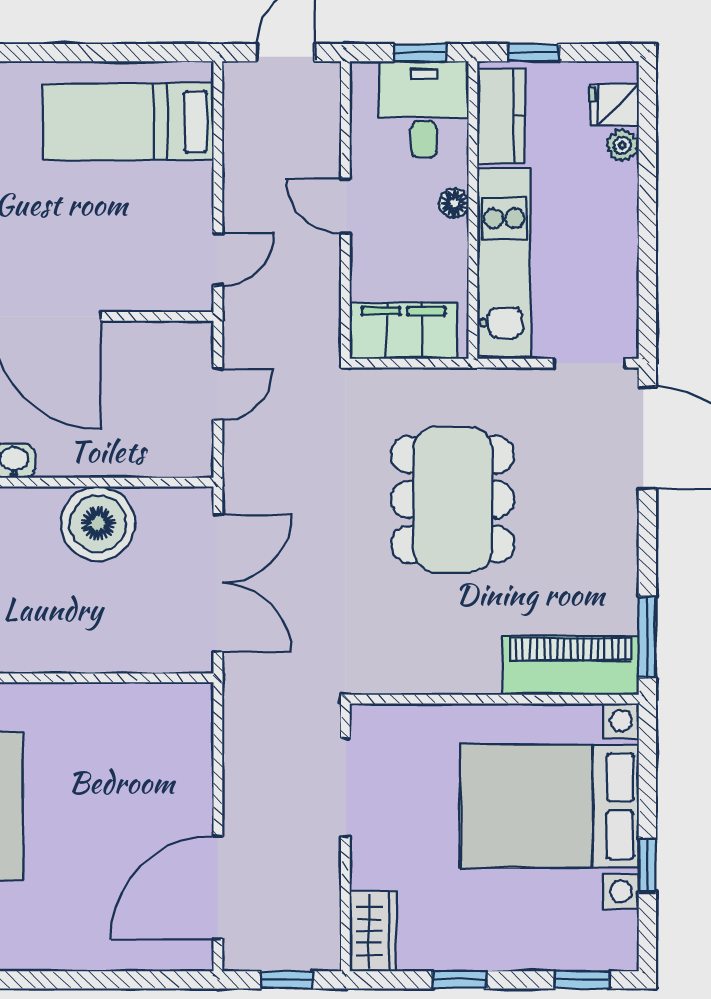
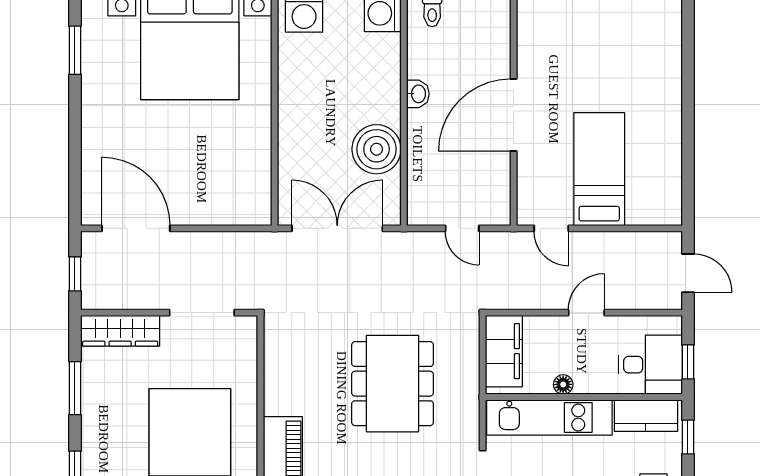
bed: (128, 122) -> (599, 169), moved
floor lamp: (454, 203) -> (563, 384), moved
dining table: (453, 499) -> (393, 384), turned 90
double door: (218, 583) -> (337, 228), swing flipped
wardrobe: (373, 931) -> (120, 331), width x1.50
window: (460, 980) -> (75, 388), width x1.50

